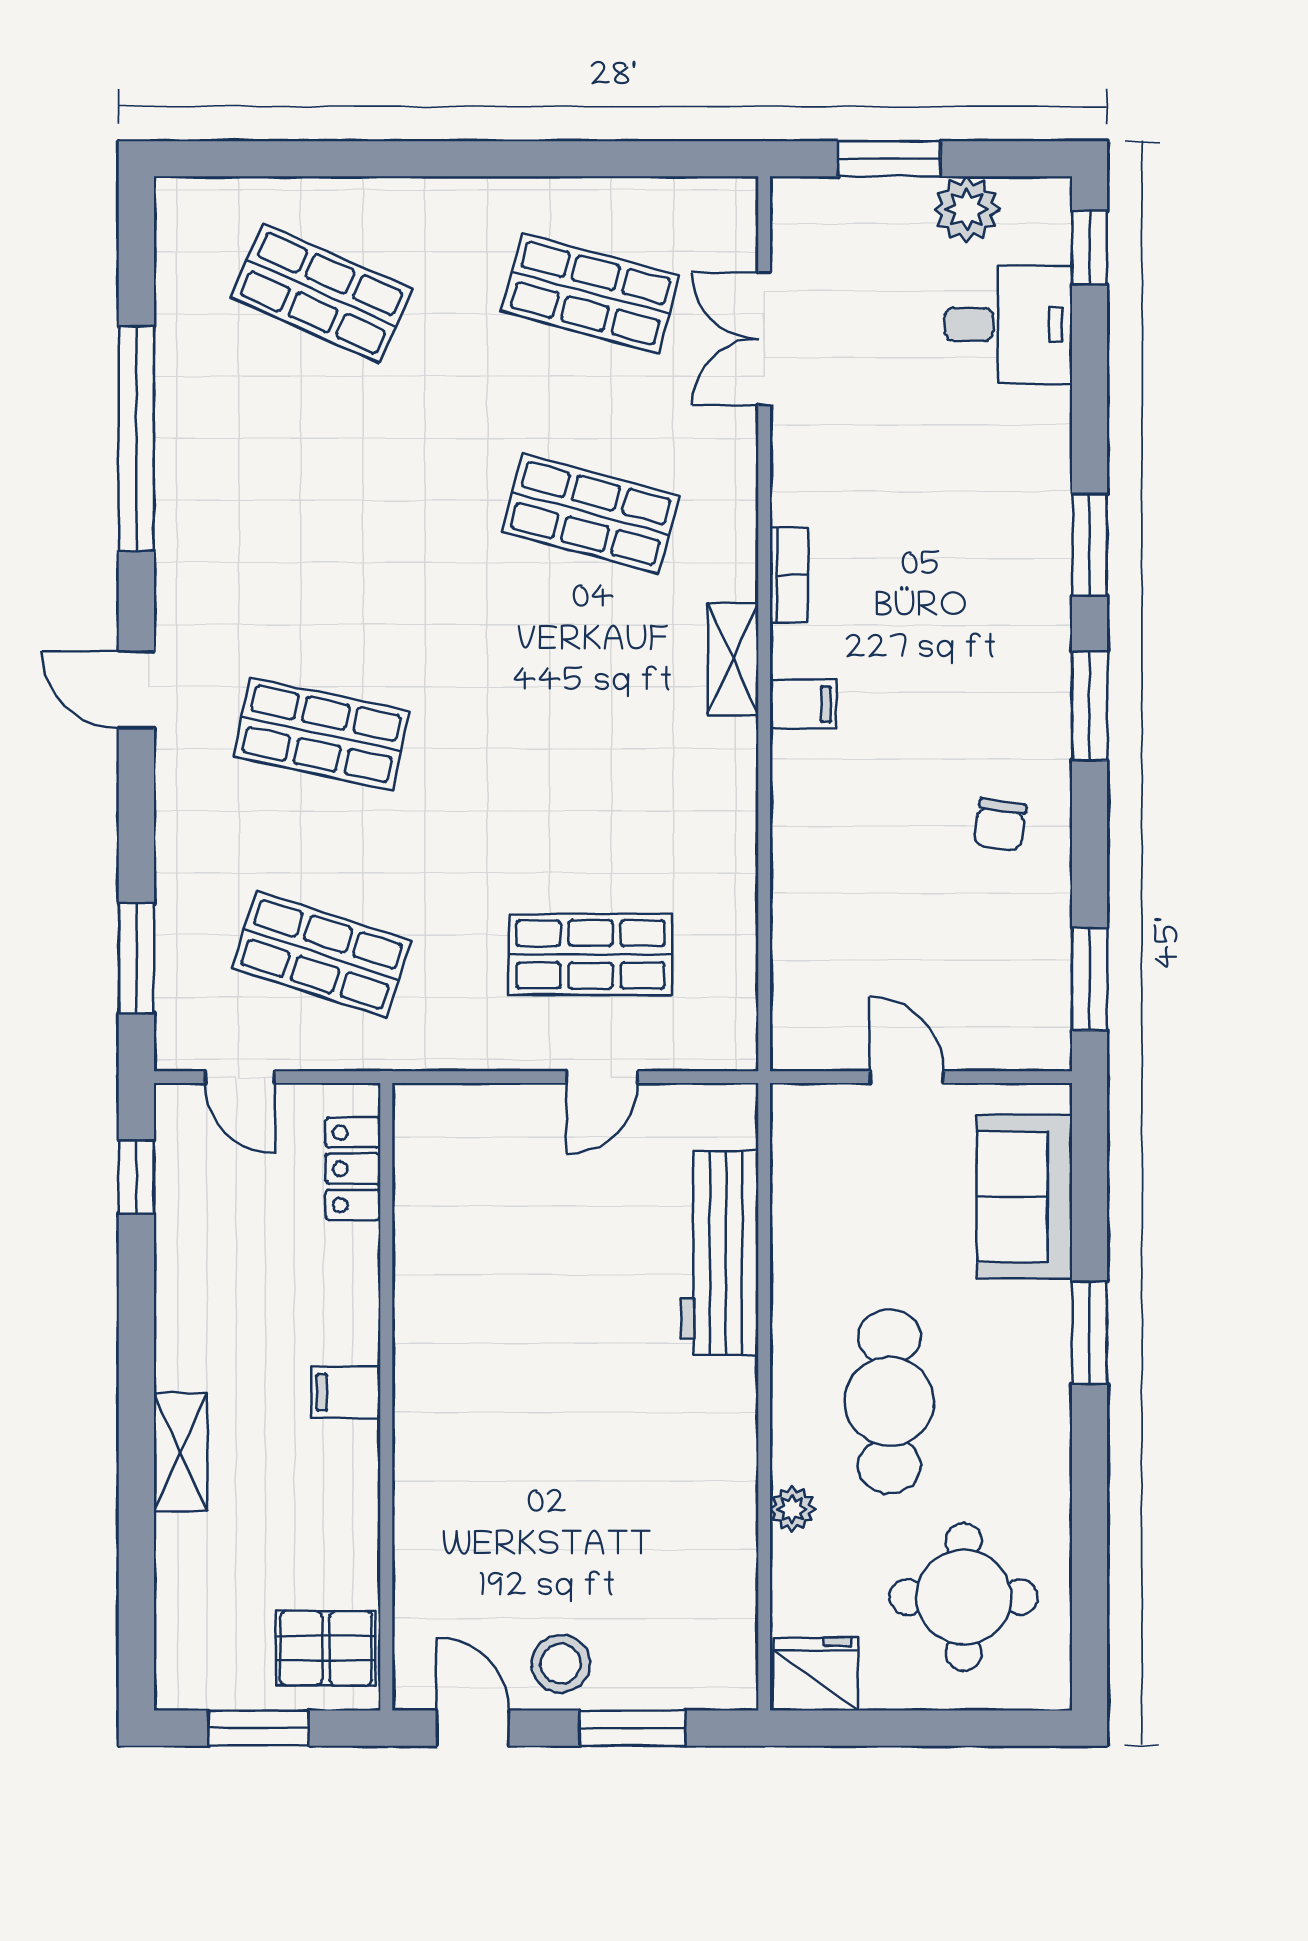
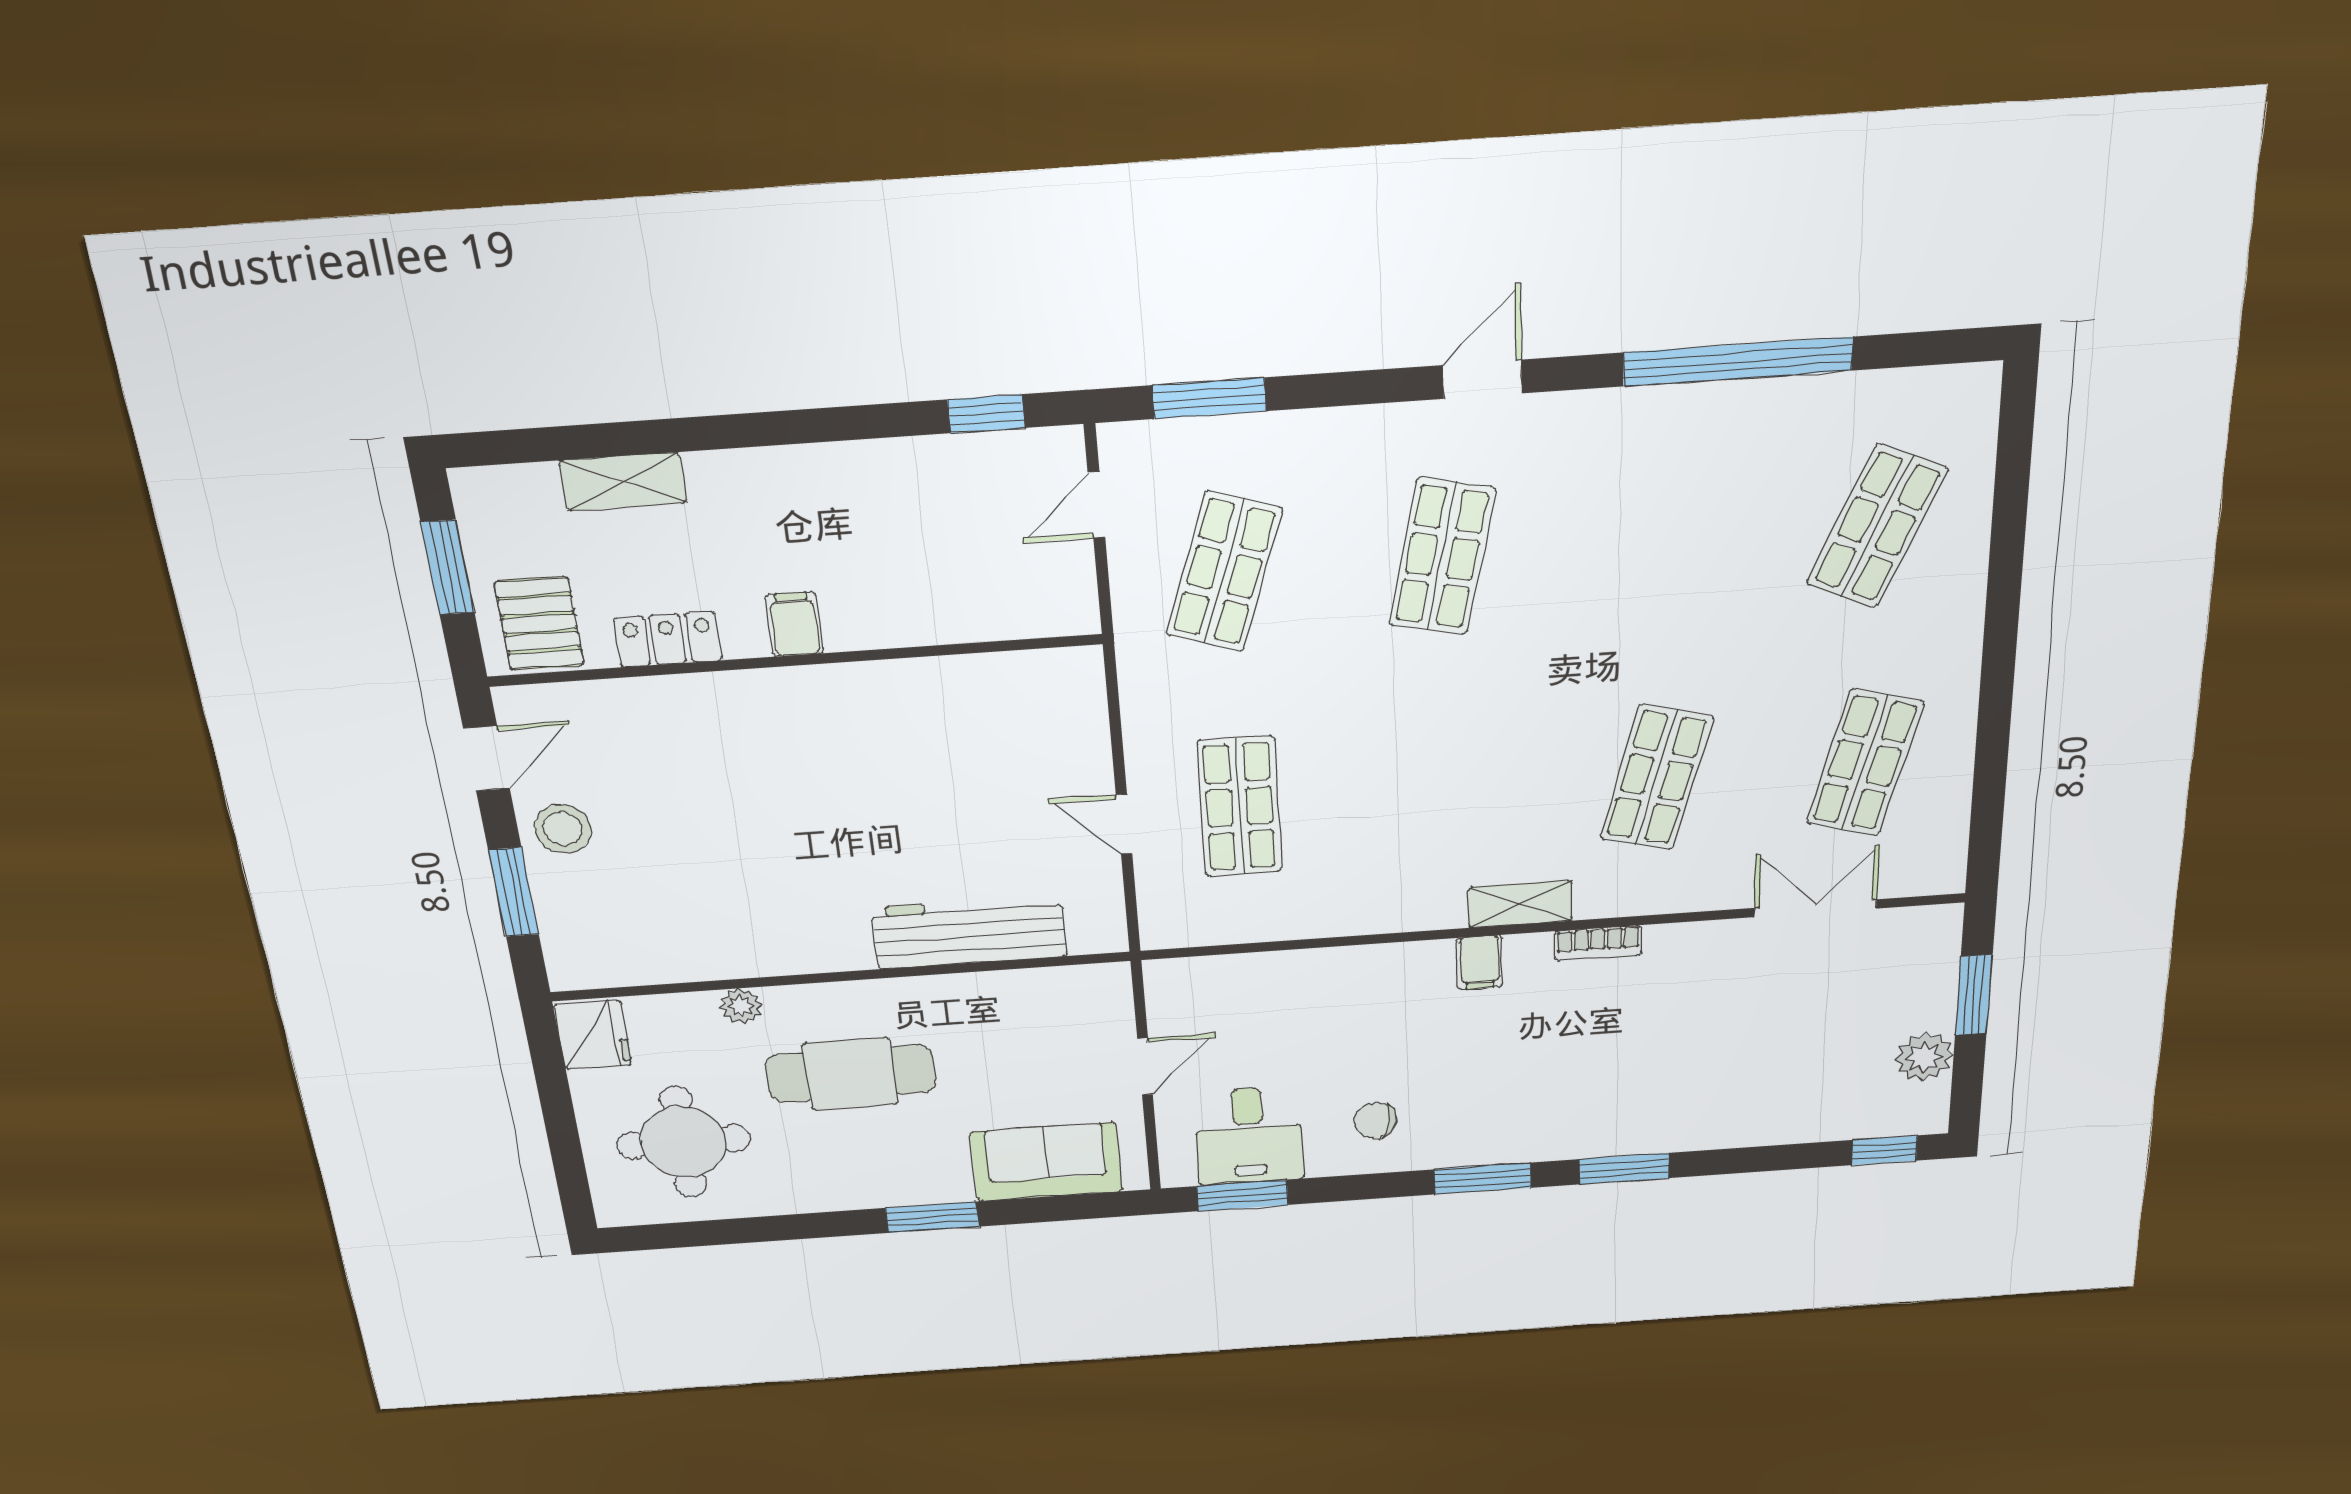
desk: (1008, 324) -> (1249, 1136), moved
locker: (353, 1169) -> (668, 639), moved
shelving: (181, 1452) -> (623, 482), moved

